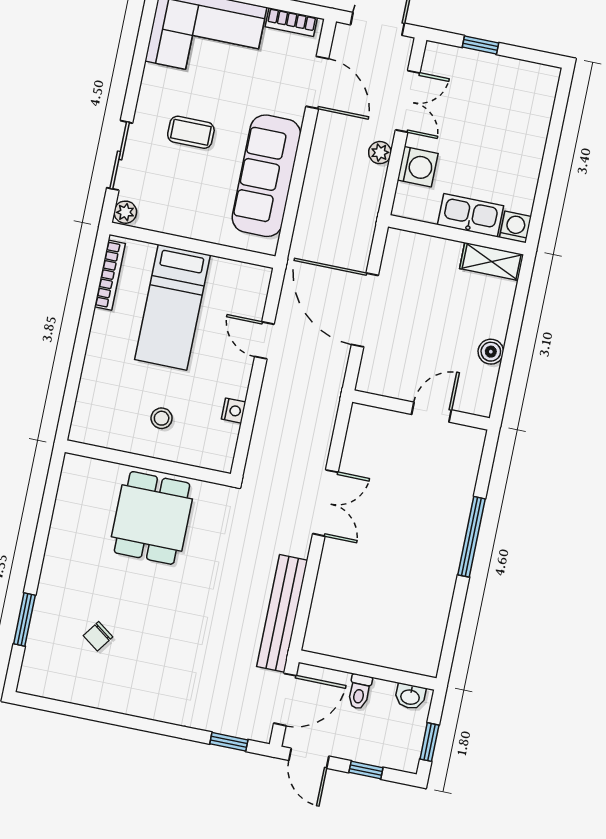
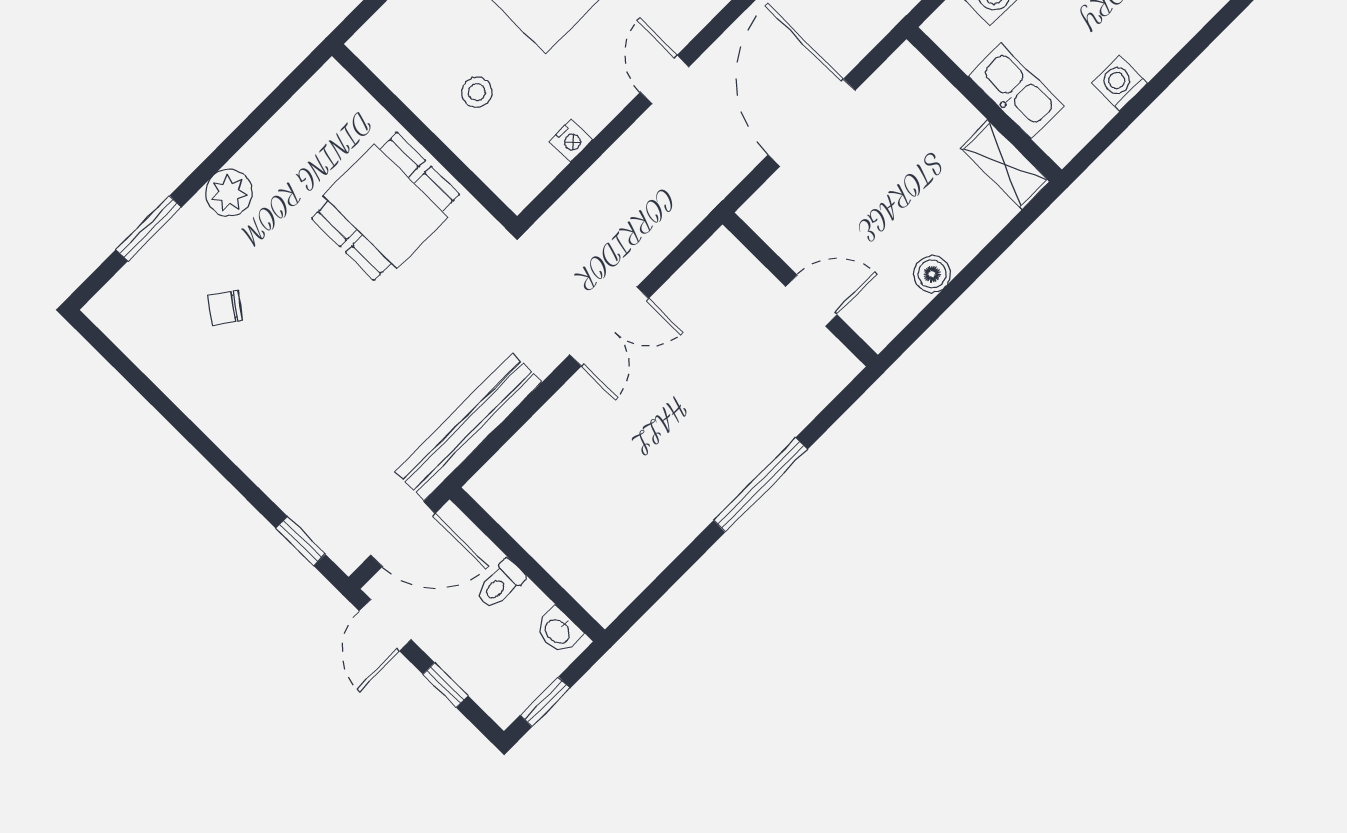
washing machine: (515, 227) -> (1120, 83), moved, turned -90
plant: (57, 569) -> (229, 193), added

